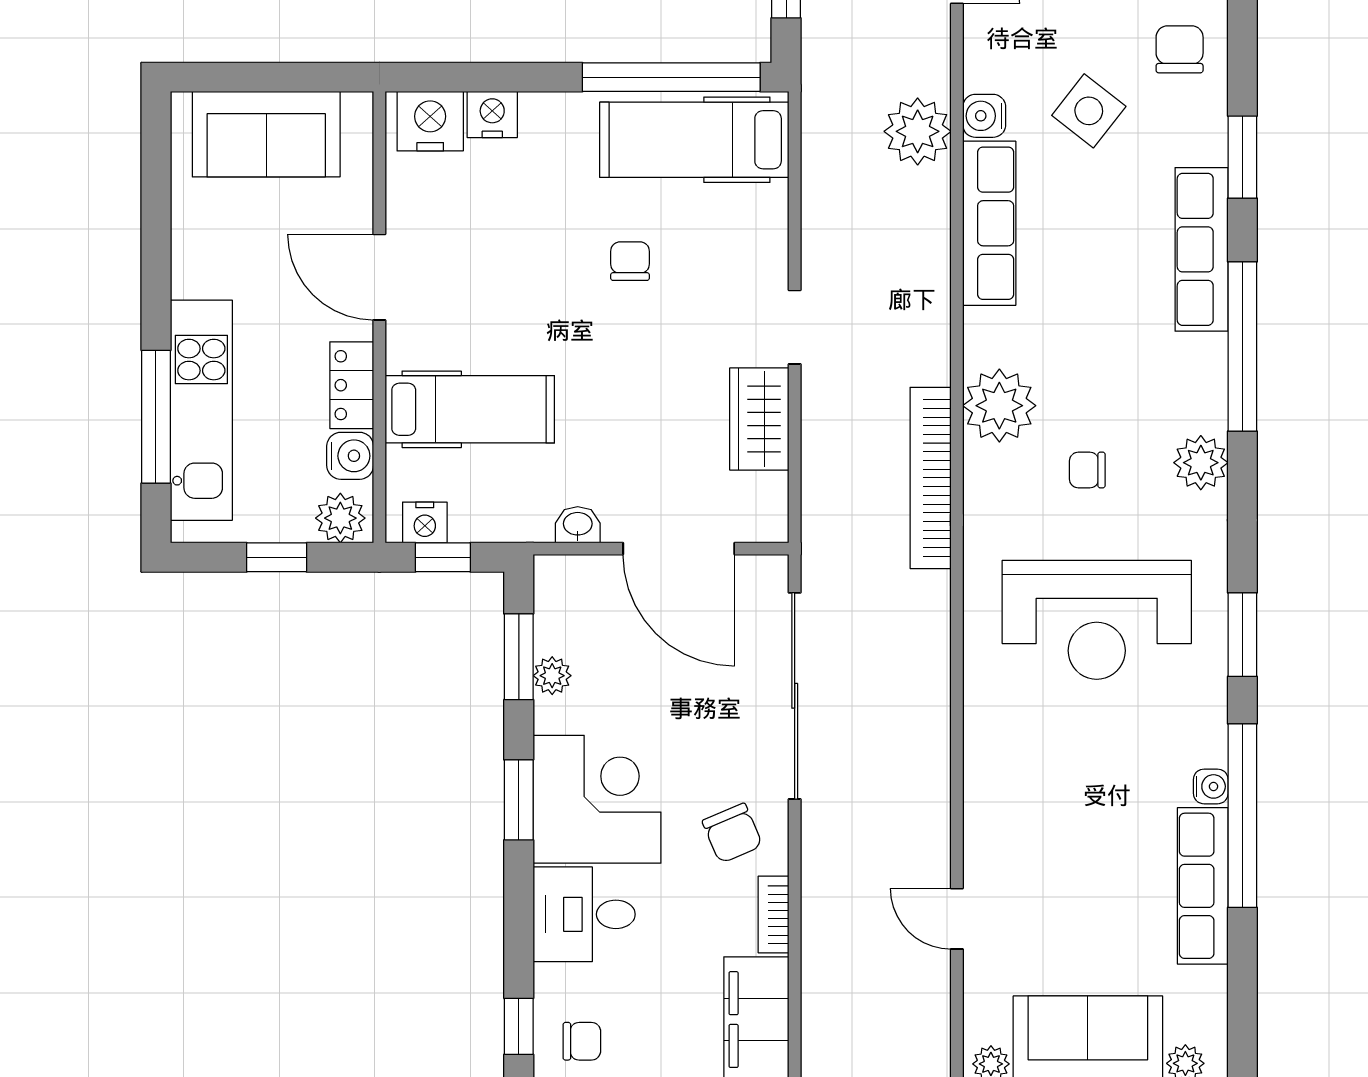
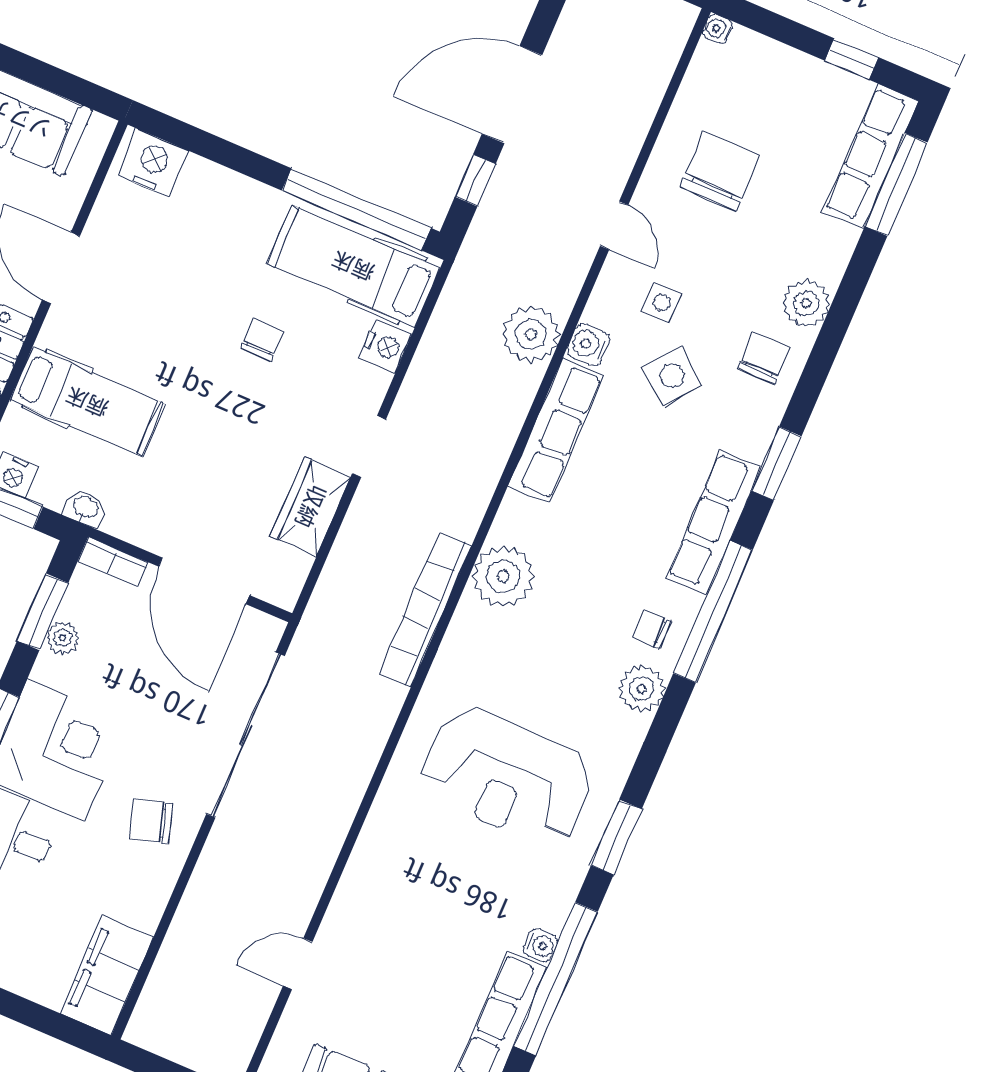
side table: (1044, 36) -> (662, 302), added
nightstand: (492, 115) -> (385, 346), moved, turned 90
chair: (1087, 470) -> (651, 629), moved
washbasin: (578, 525) -> (85, 508), moved
chair: (732, 833) -> (151, 821), turned 97
bookcase: (774, 915) -> (113, 561), moved, turned -90
door: (957, 919) -> (298, 964), hinge flipped

